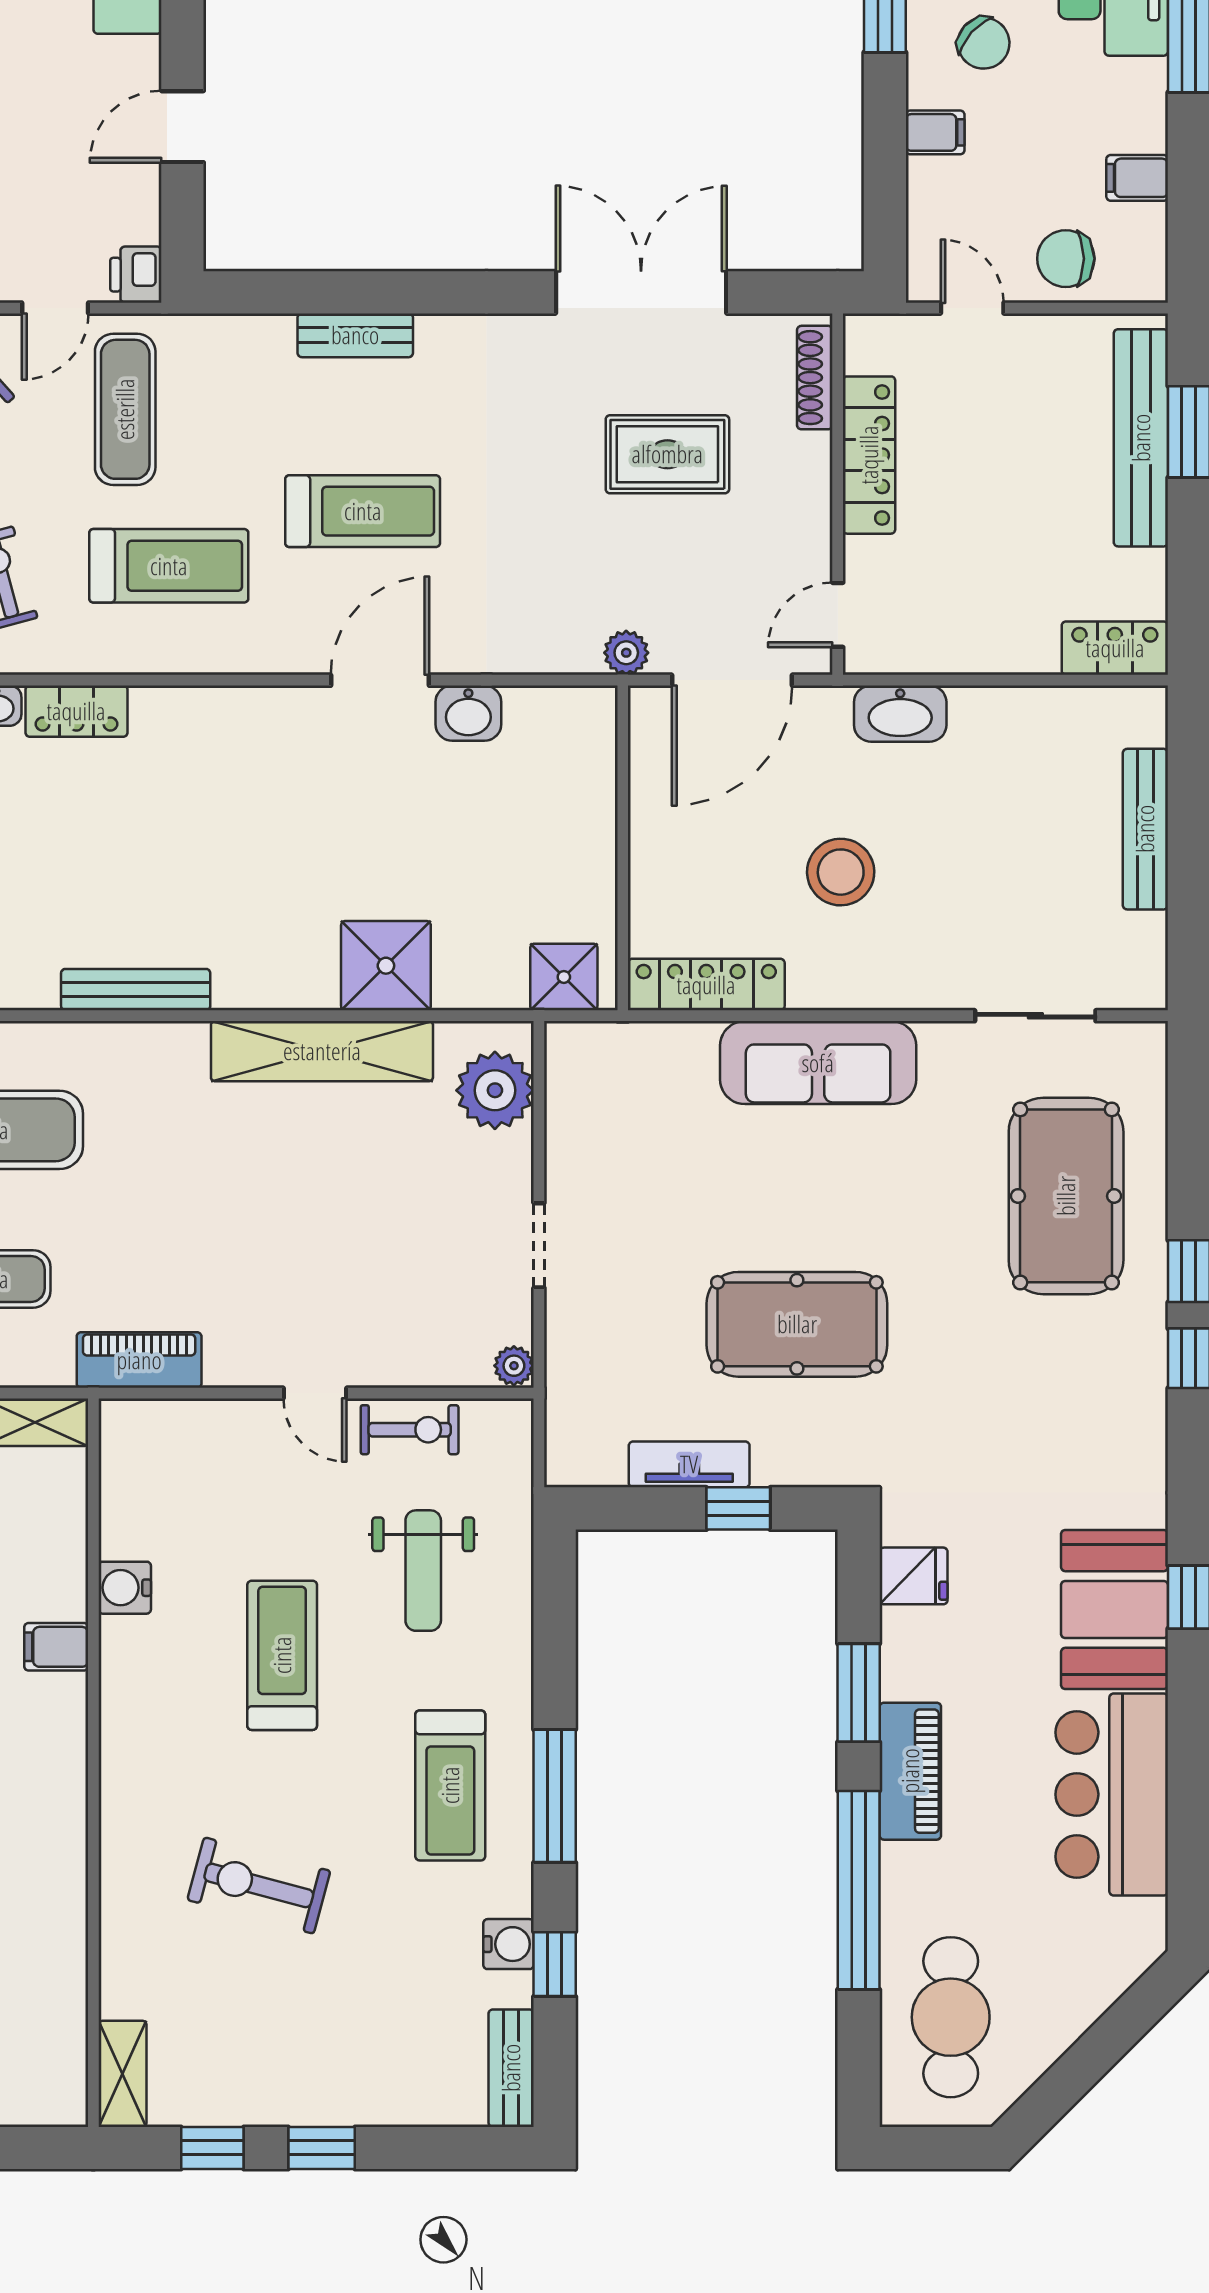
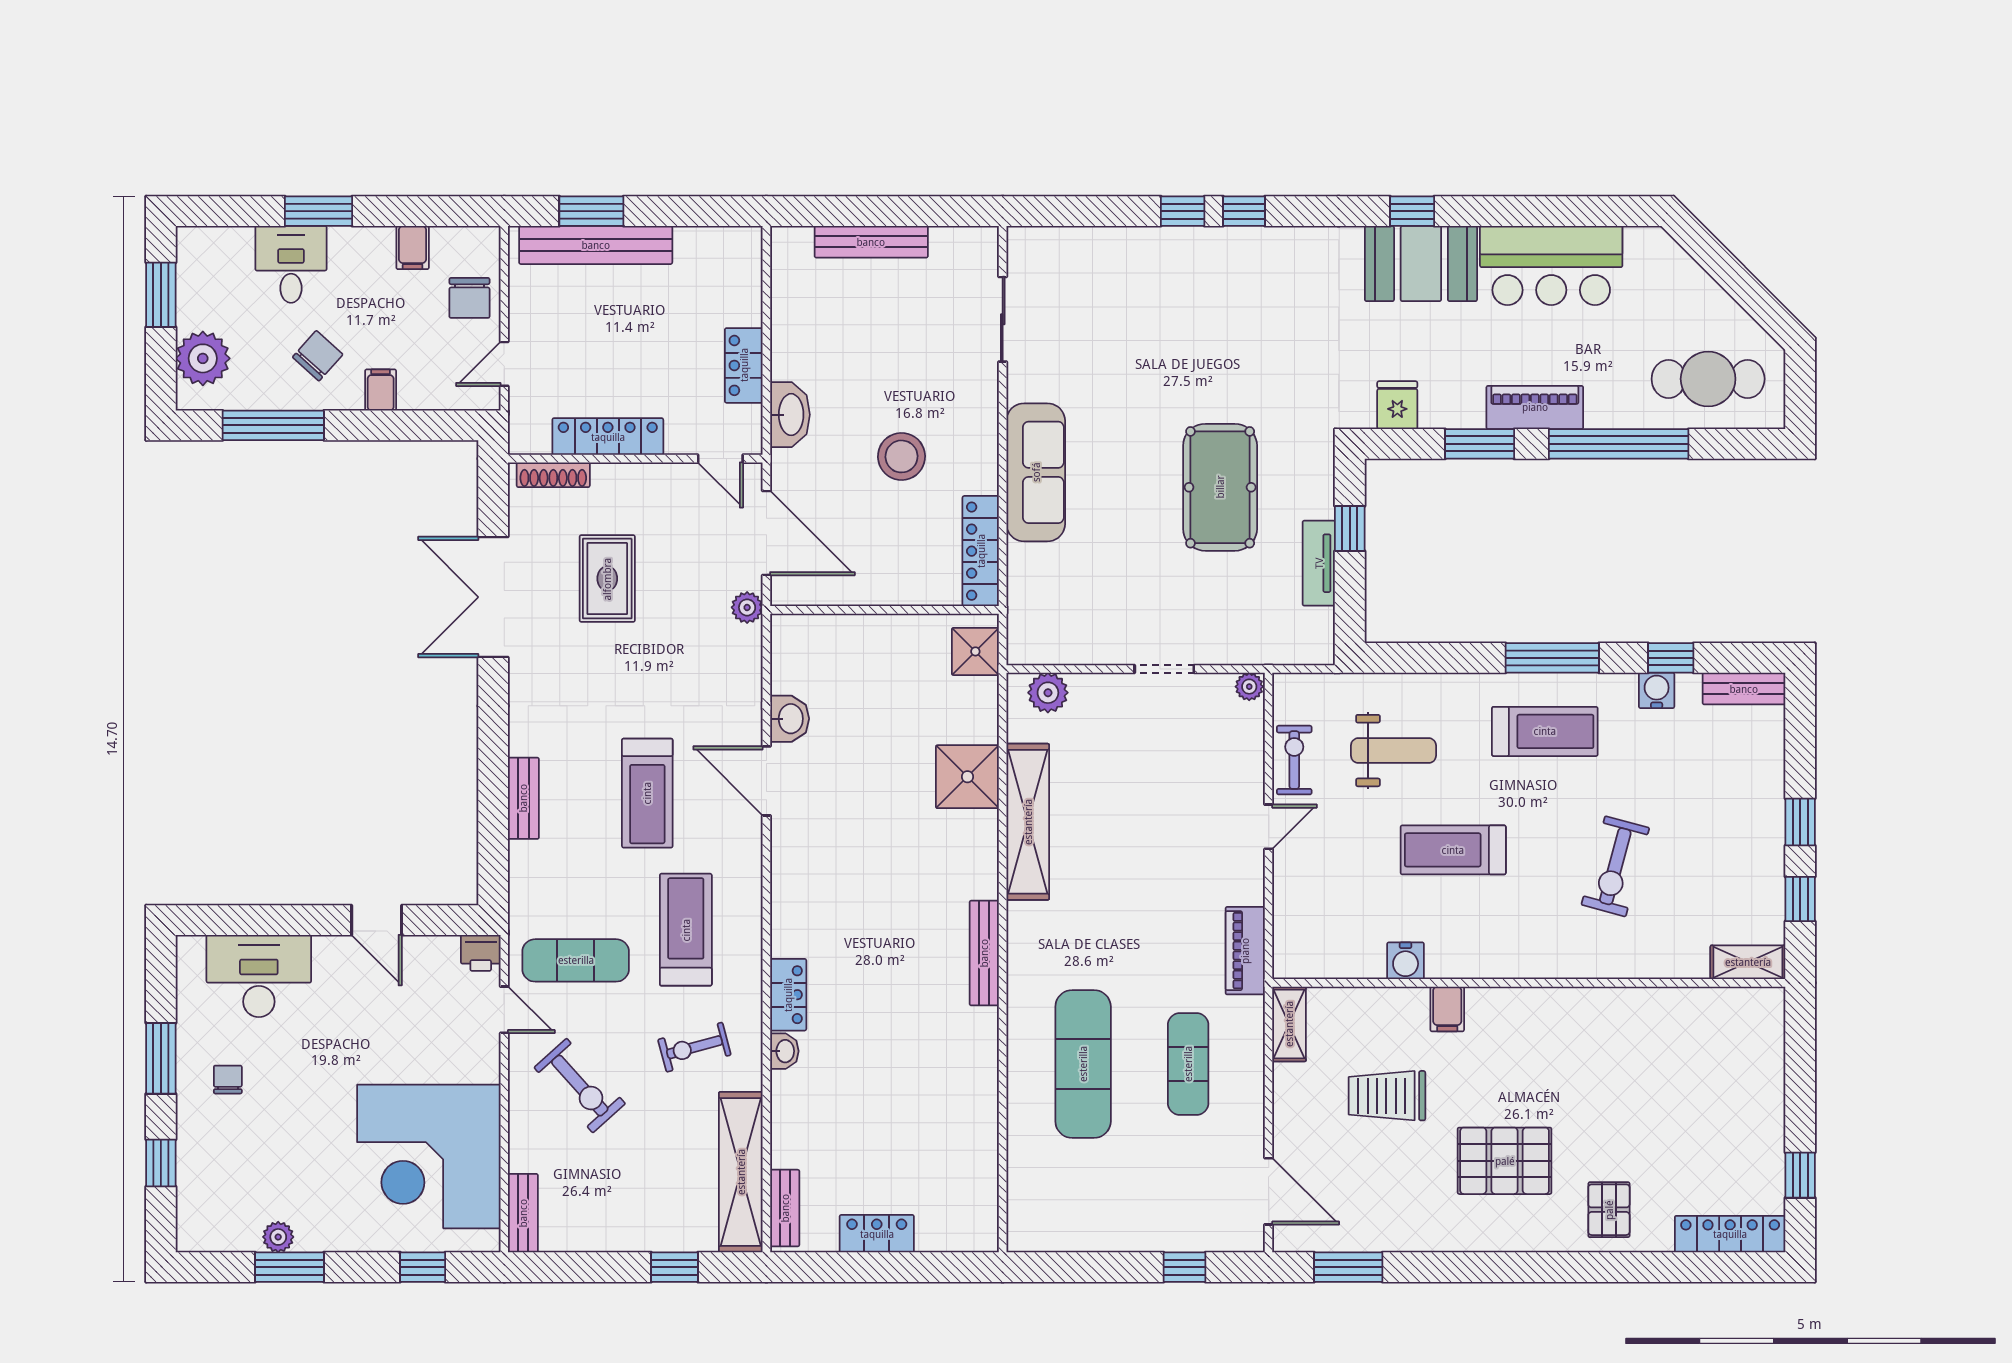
treadmill: (363, 511) -> (647, 793), turned 180
locker: (1115, 648) -> (744, 365), moved
plant: (495, 1090) -> (1048, 693), width x0.73, depth x0.73
pool table: (1066, 1196) -> (1130, 298), removed

